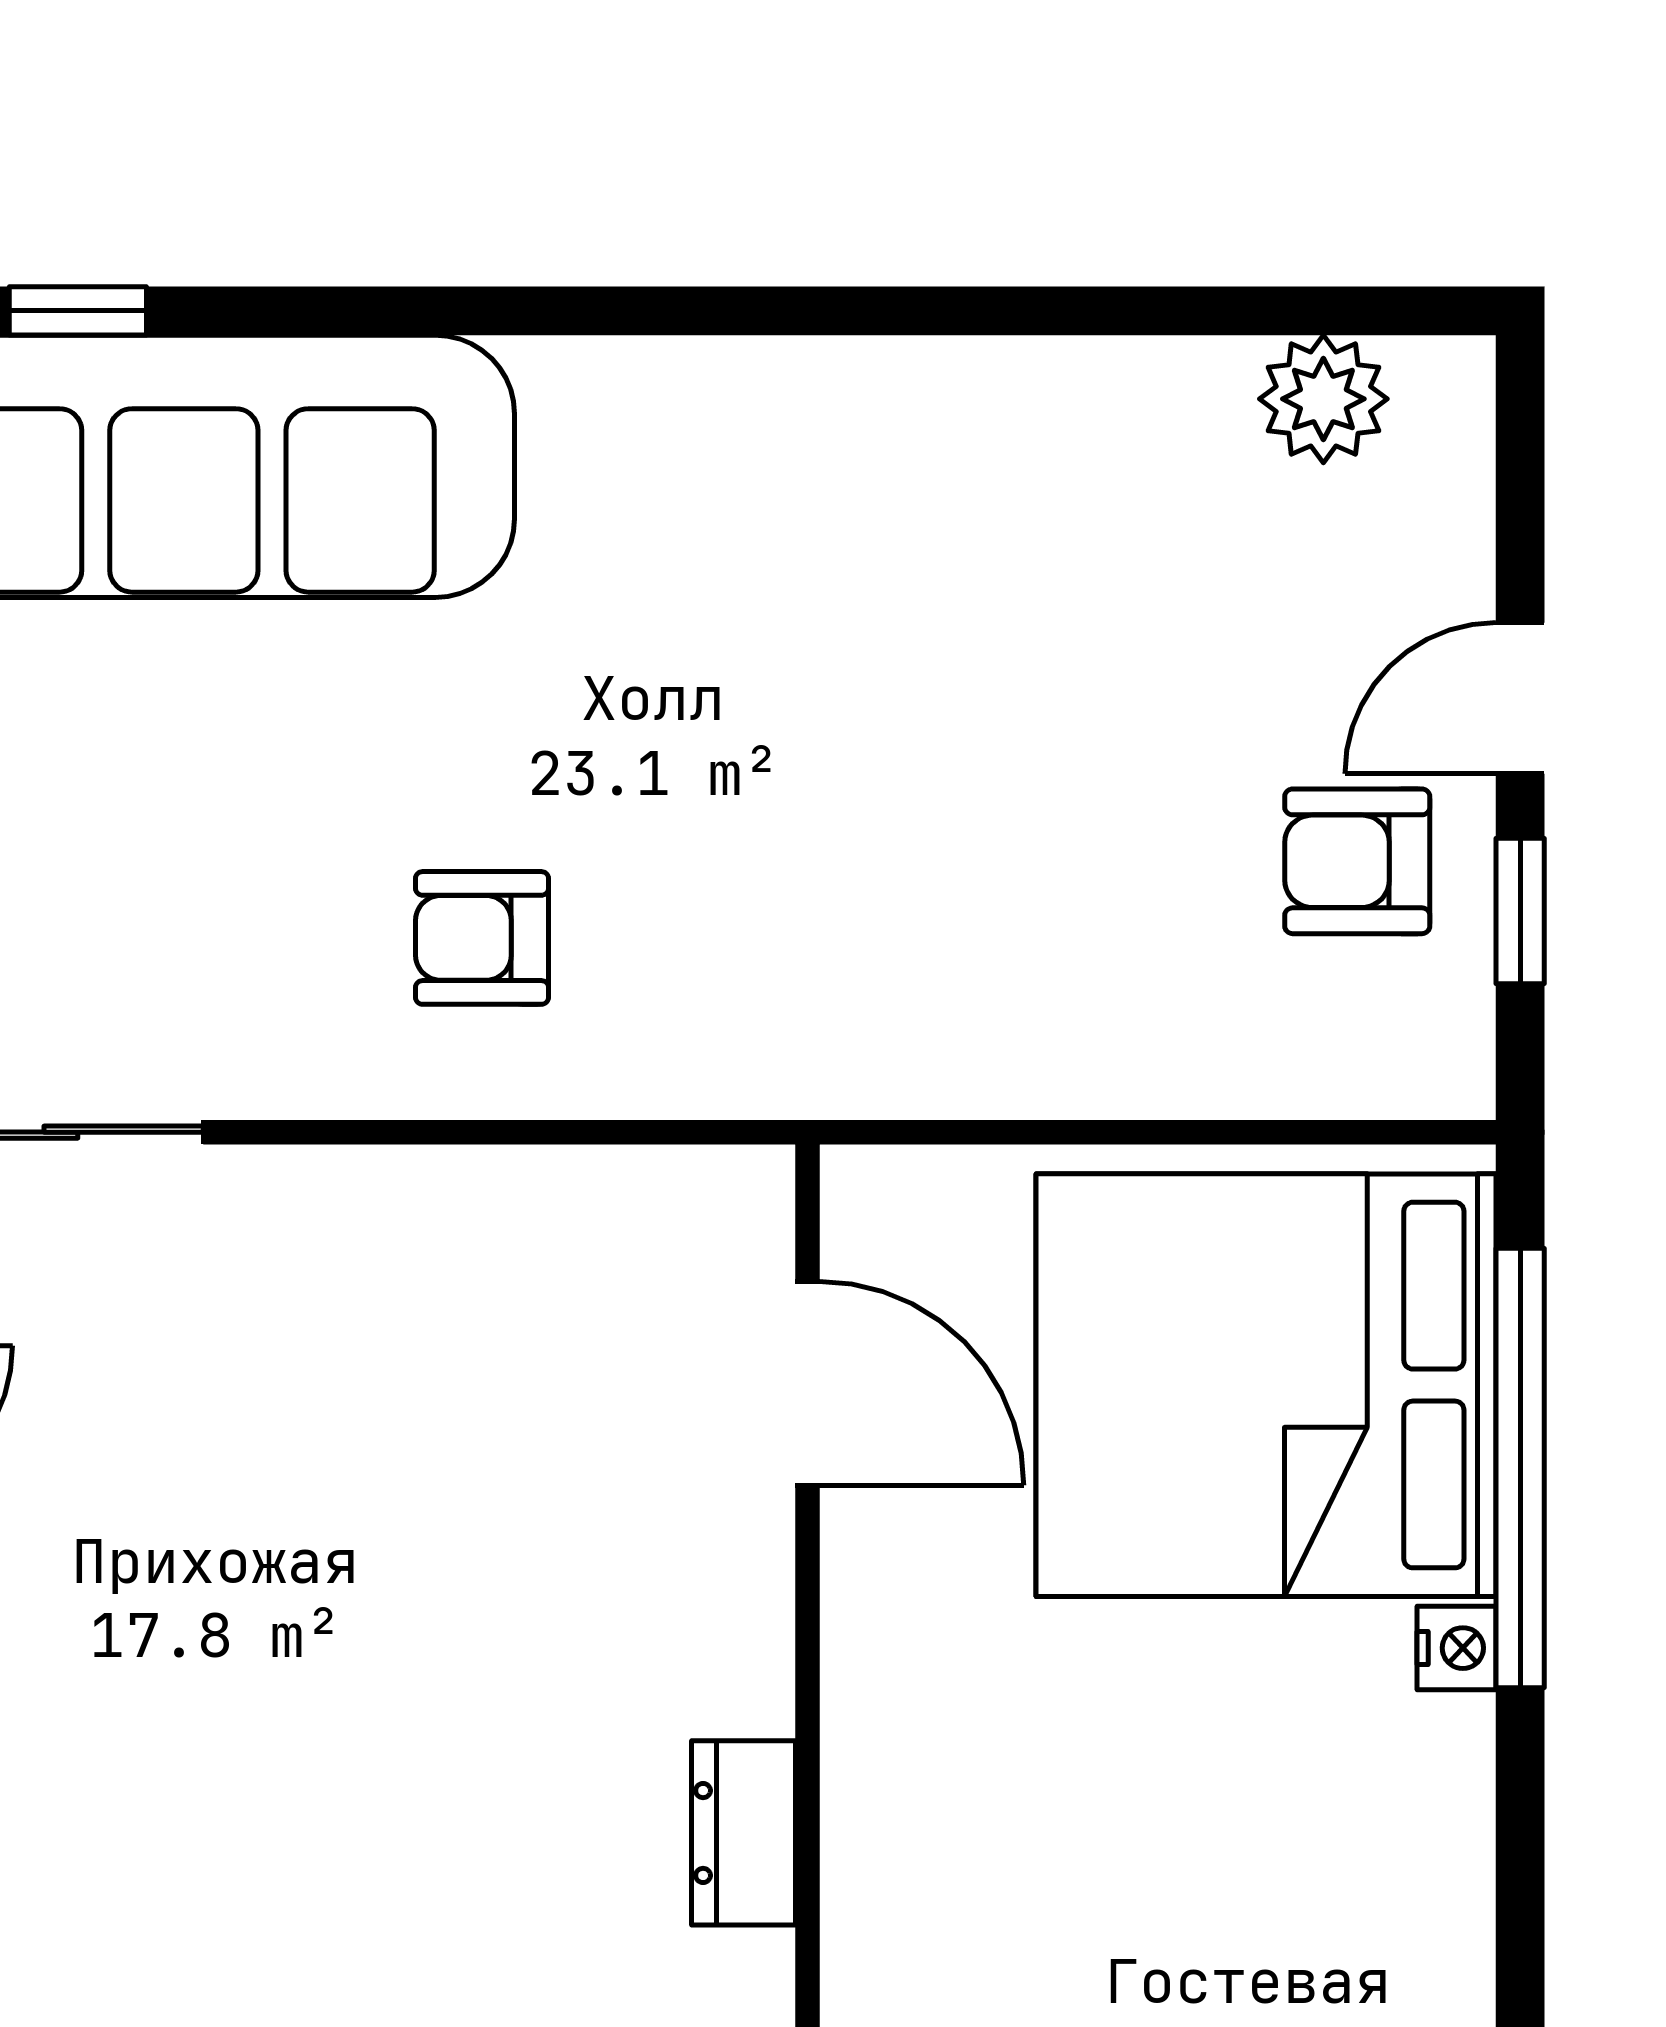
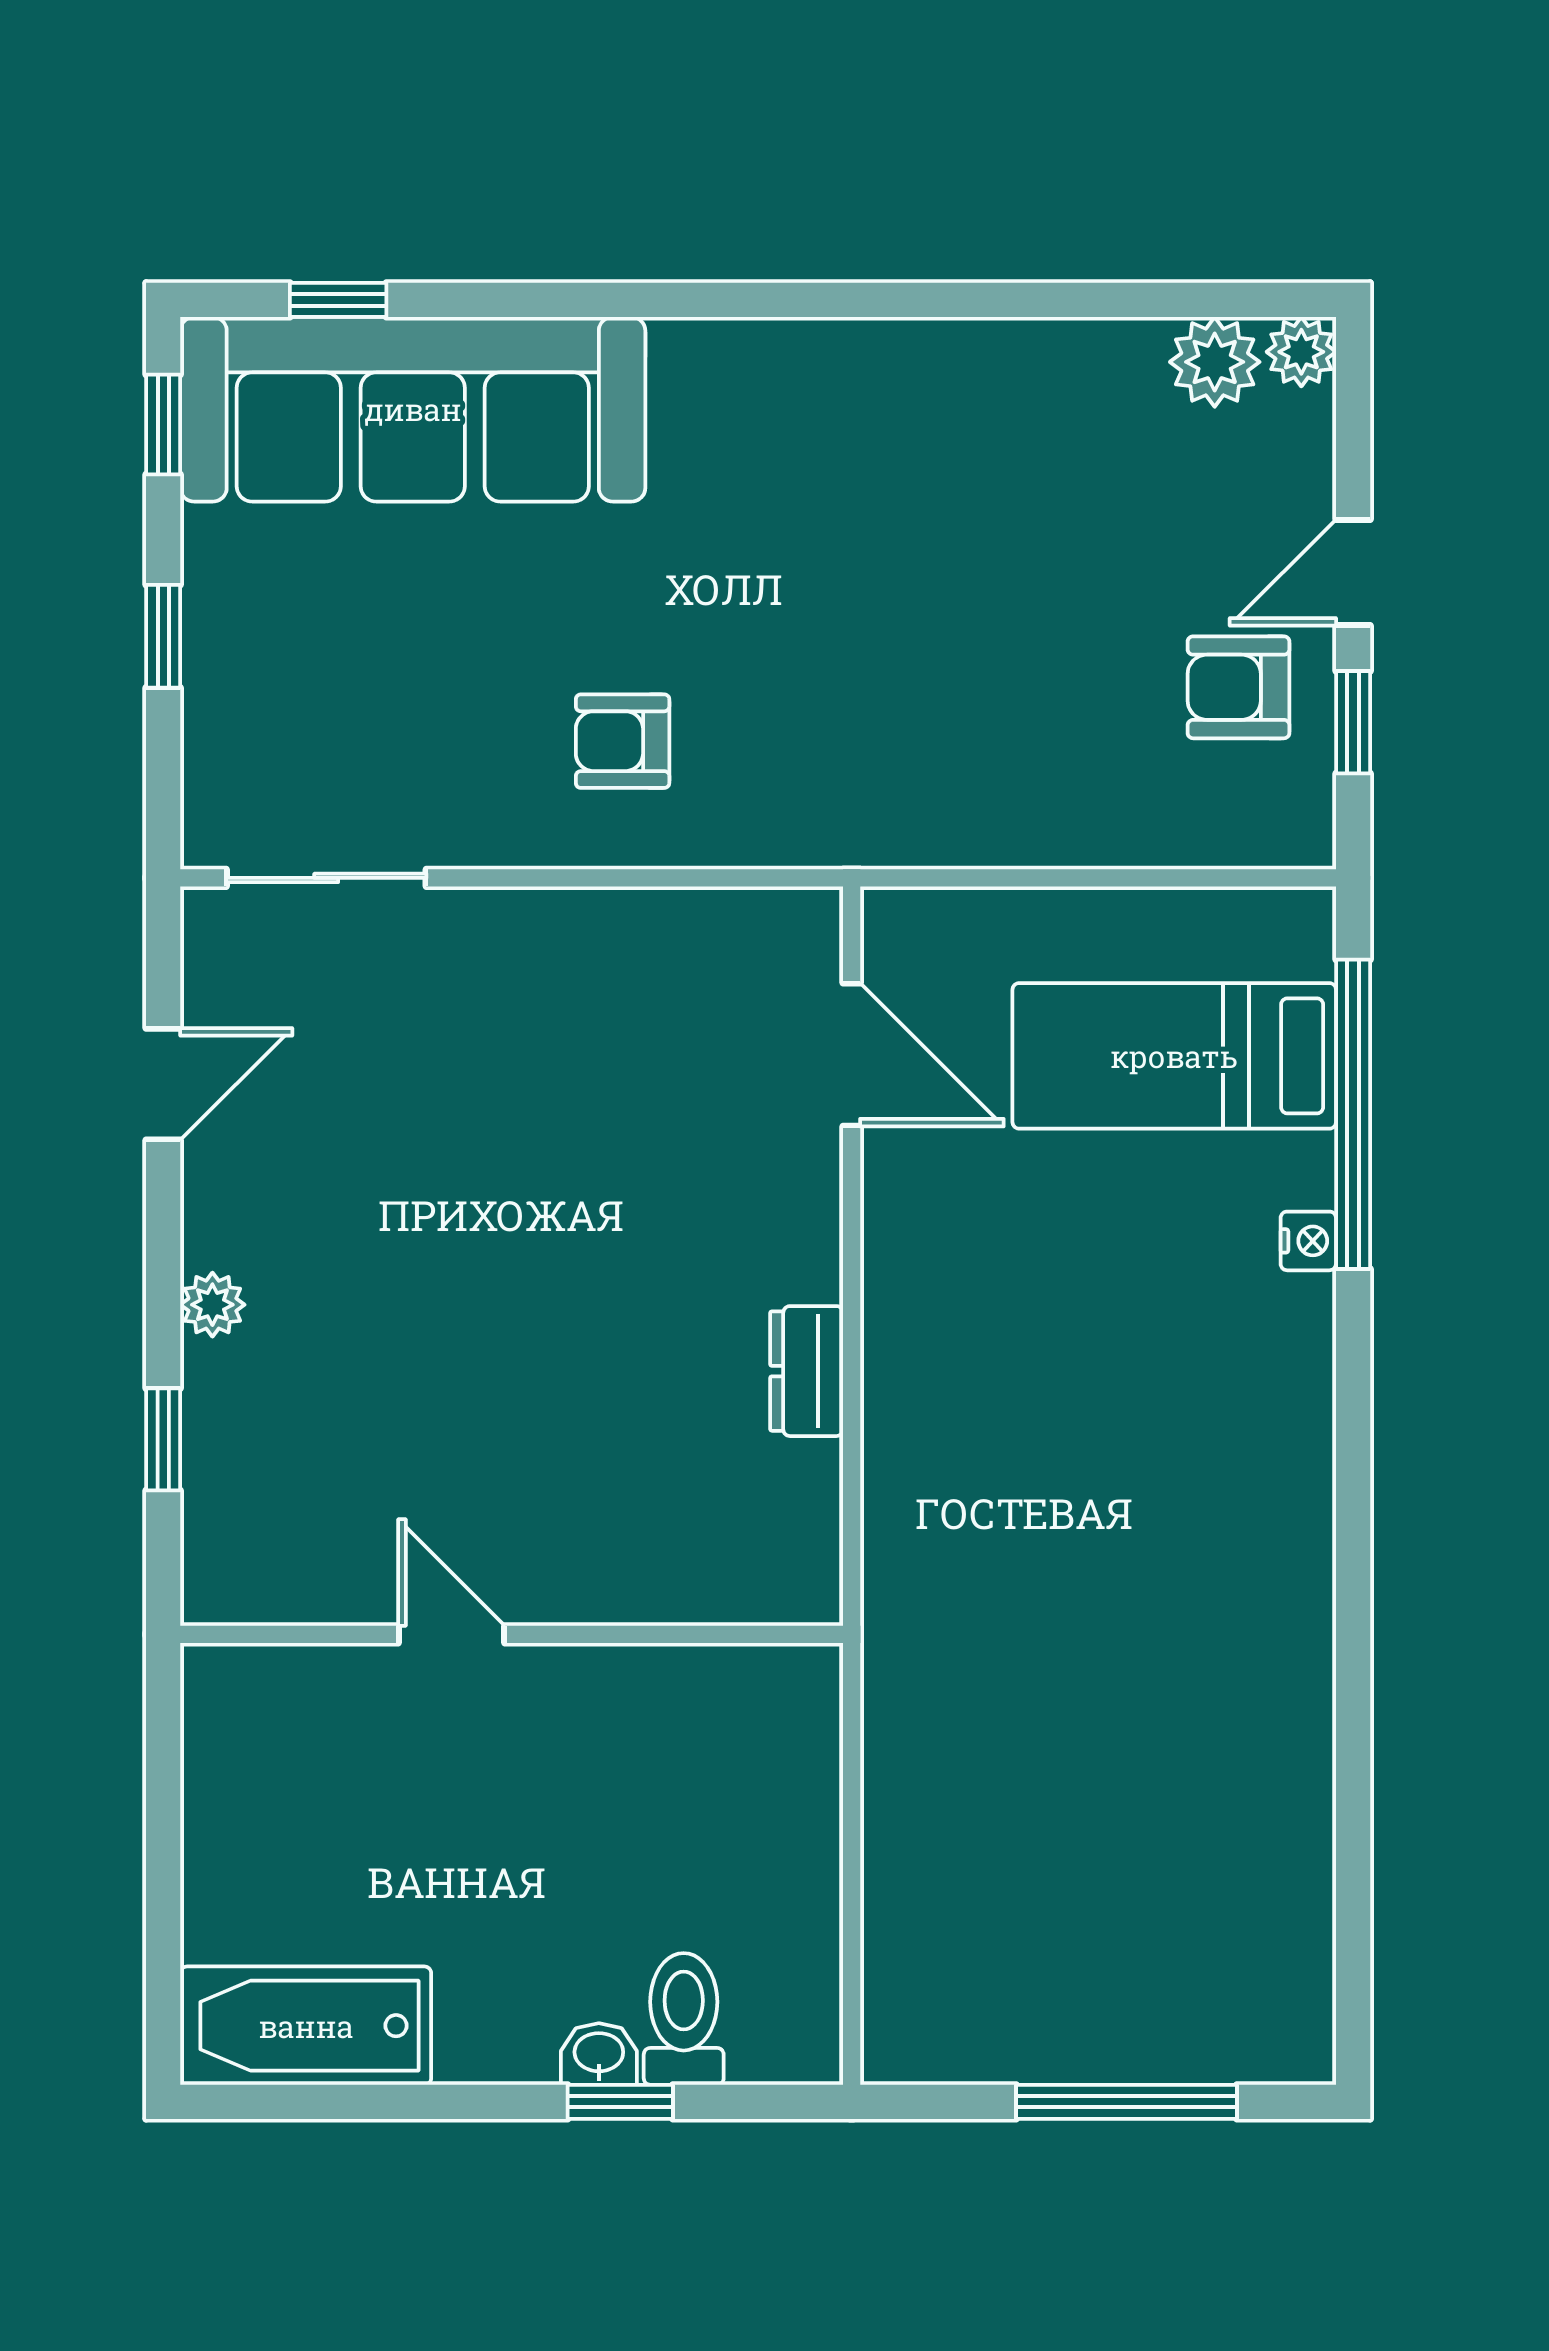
plant: (1446, 385) -> (1301, 352), added
bed: (1266, 1385) -> (1174, 1056), width x0.49

